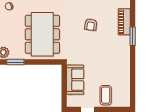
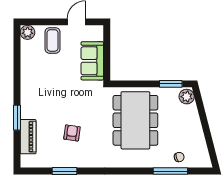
plant: (125, 101) -> (28, 32), added

